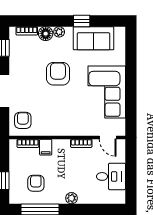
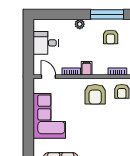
armchair: (58, 74) -> (95, 94), moved
filing cabinet: (46, 147) -> (87, 68), moved

